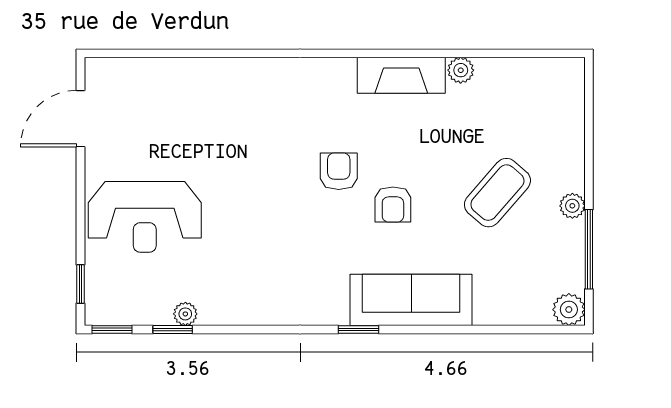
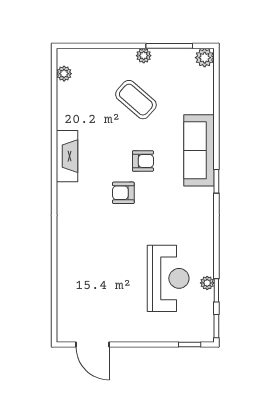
plant: (461, 70) -> (64, 74), moved
reception desk: (145, 217) -> (168, 278), moved

